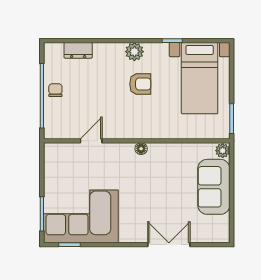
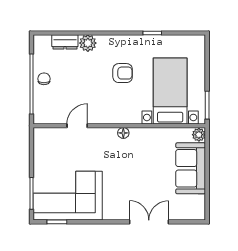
plant: (134, 52) -> (88, 43), moved
bed with nightstands: (200, 78) -> (170, 91), moved, turned 180

